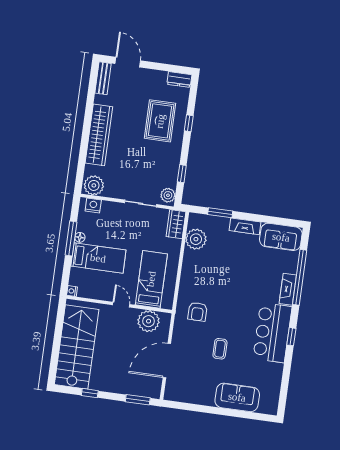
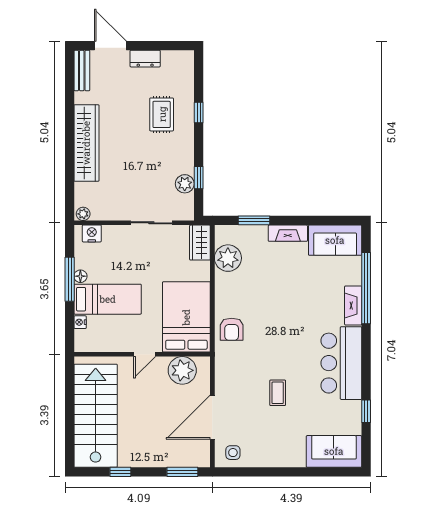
dresser: (179, 79) -> (145, 59), moved
rug: (160, 121) -> (162, 114), width x0.73, depth x0.70
plant: (94, 185) -> (83, 214), width x0.53, depth x0.53
plant: (168, 195) -> (185, 184), moved
bed: (151, 279) -> (186, 317), width x1.50
nightstand: (72, 291) -> (80, 322), moved
door: (121, 305) -> (145, 354), swing flipped
armchair: (197, 312) -> (232, 329), moved
window: (291, 337) -> (366, 411), moved
side table: (179, 390) -> (233, 453), added
sofa: (237, 397) -> (334, 451), moved

